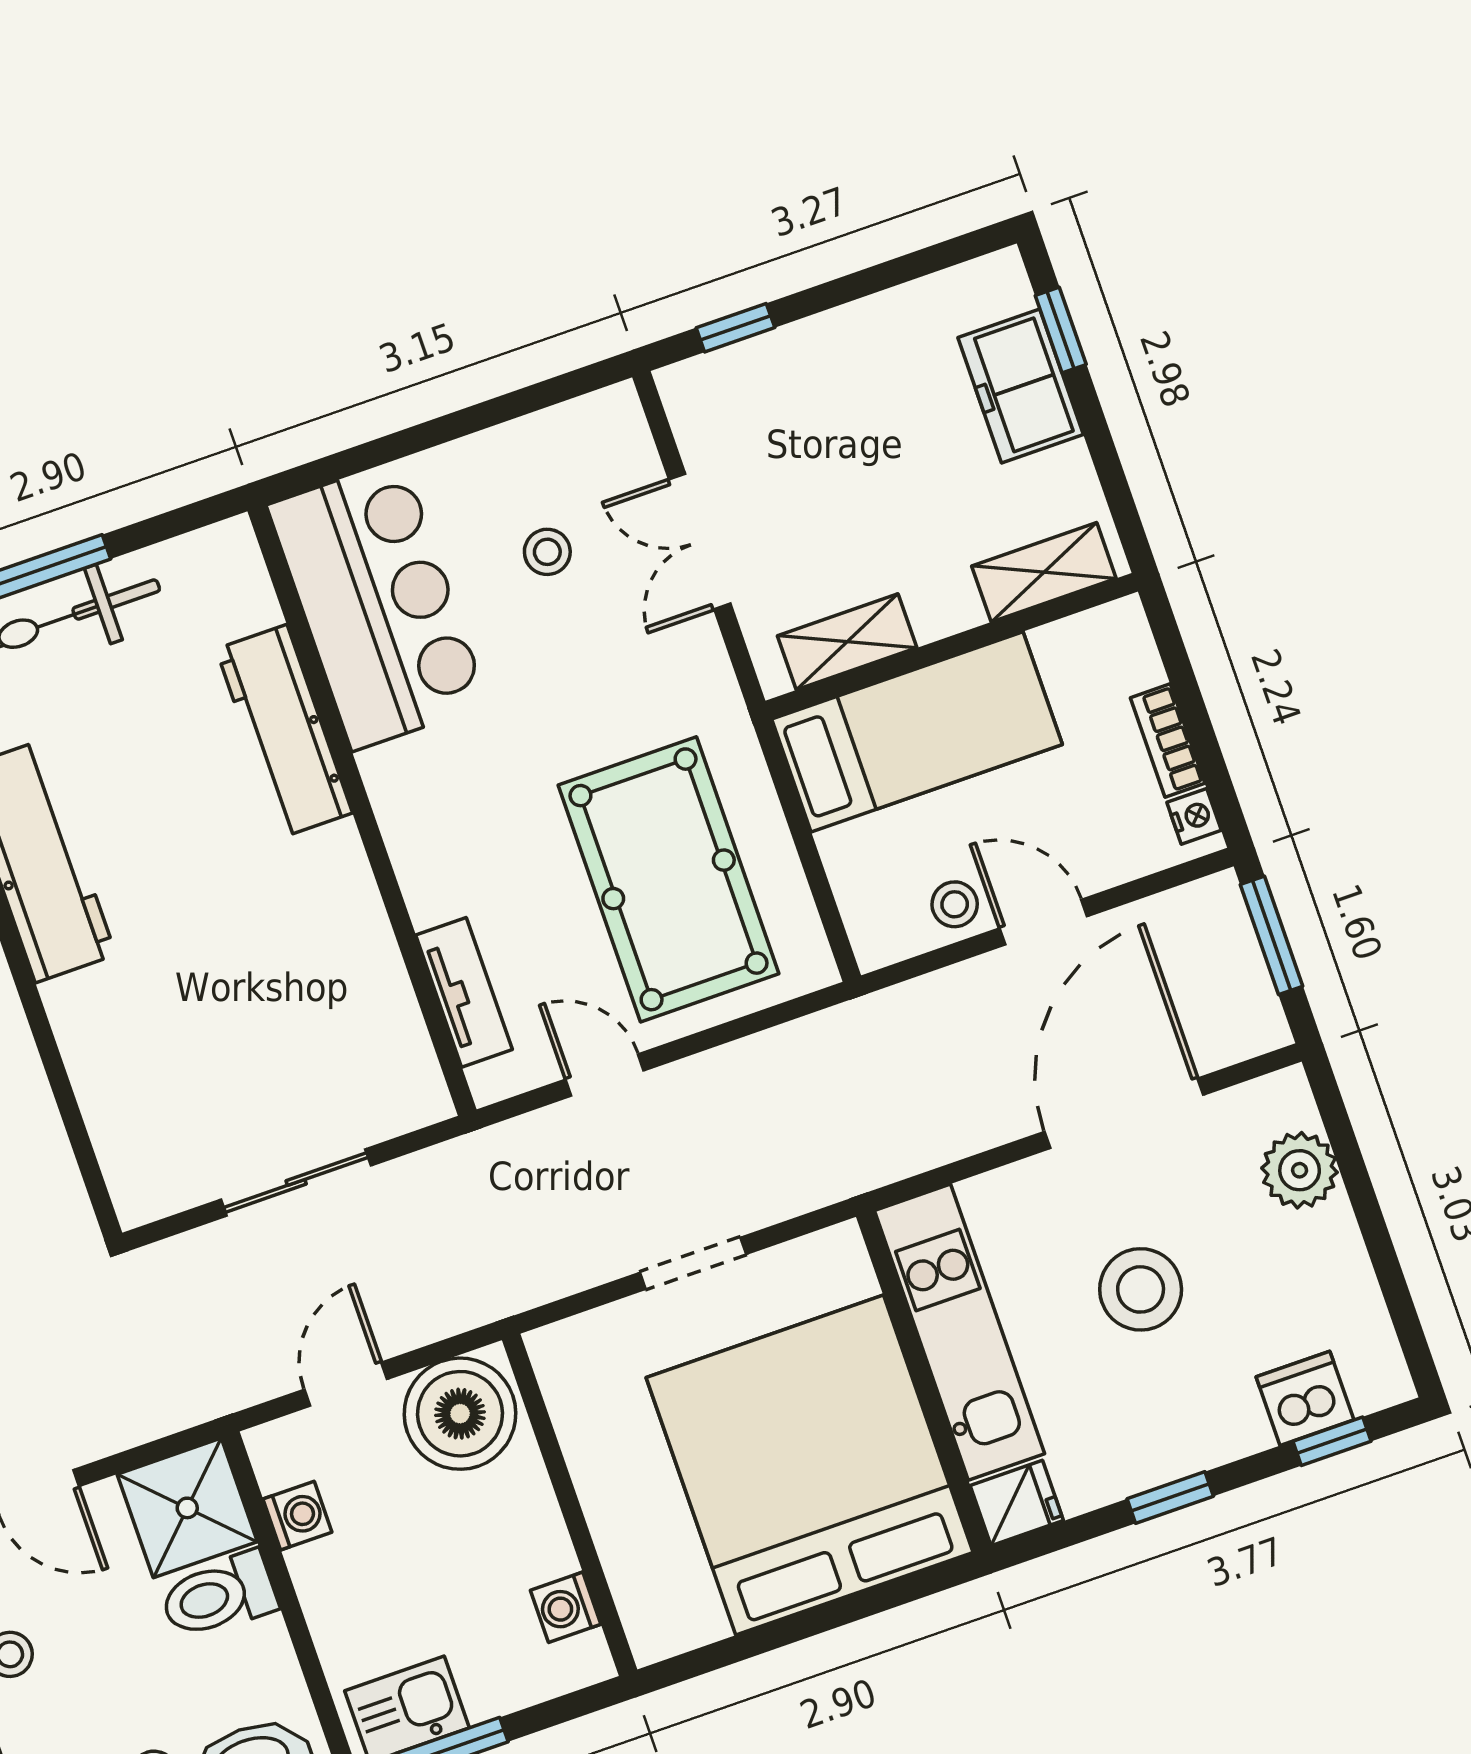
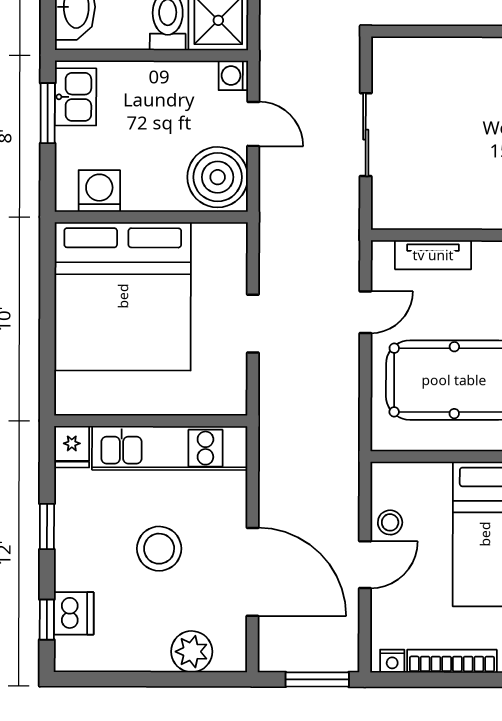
bookcase: (1168, 740) -> (452, 661), width x1.56
bed: (810, 1465) -> (123, 296), moved, turned 90
washing machine: (297, 1516) -> (233, 75), moved, turned 90
washing machine: (566, 1607) -> (99, 191), width x1.38, depth x1.38

